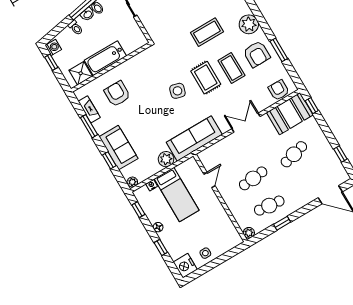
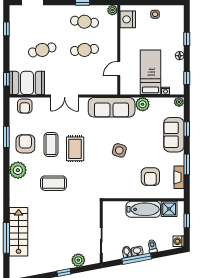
window: (51, 62) -> (187, 221), moved
side table: (177, 91) -> (119, 150), moved
nightstand: (185, 266) -> (128, 19), moved, turned 180

